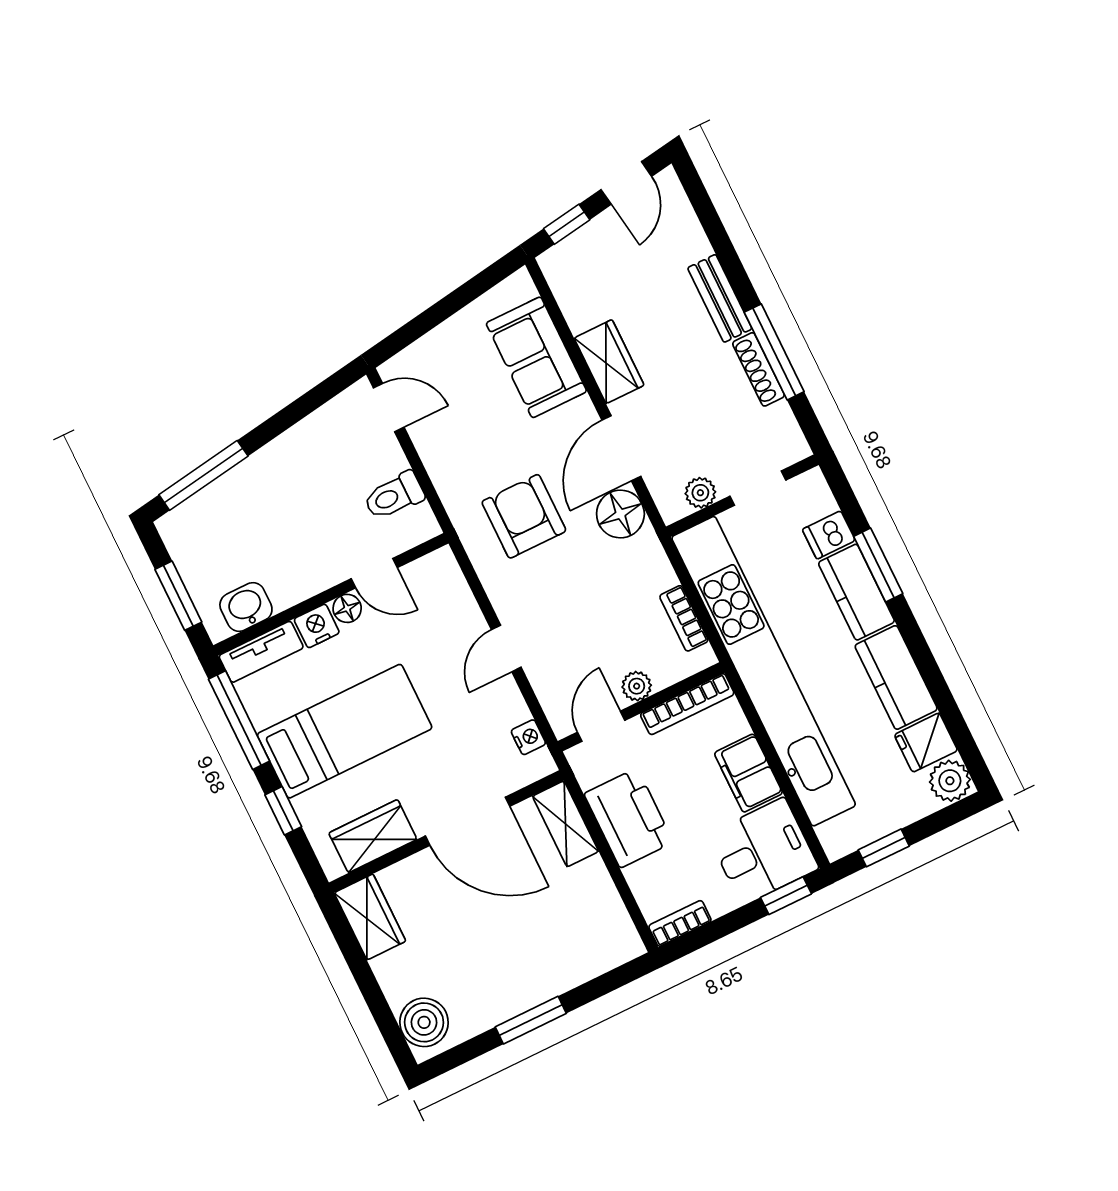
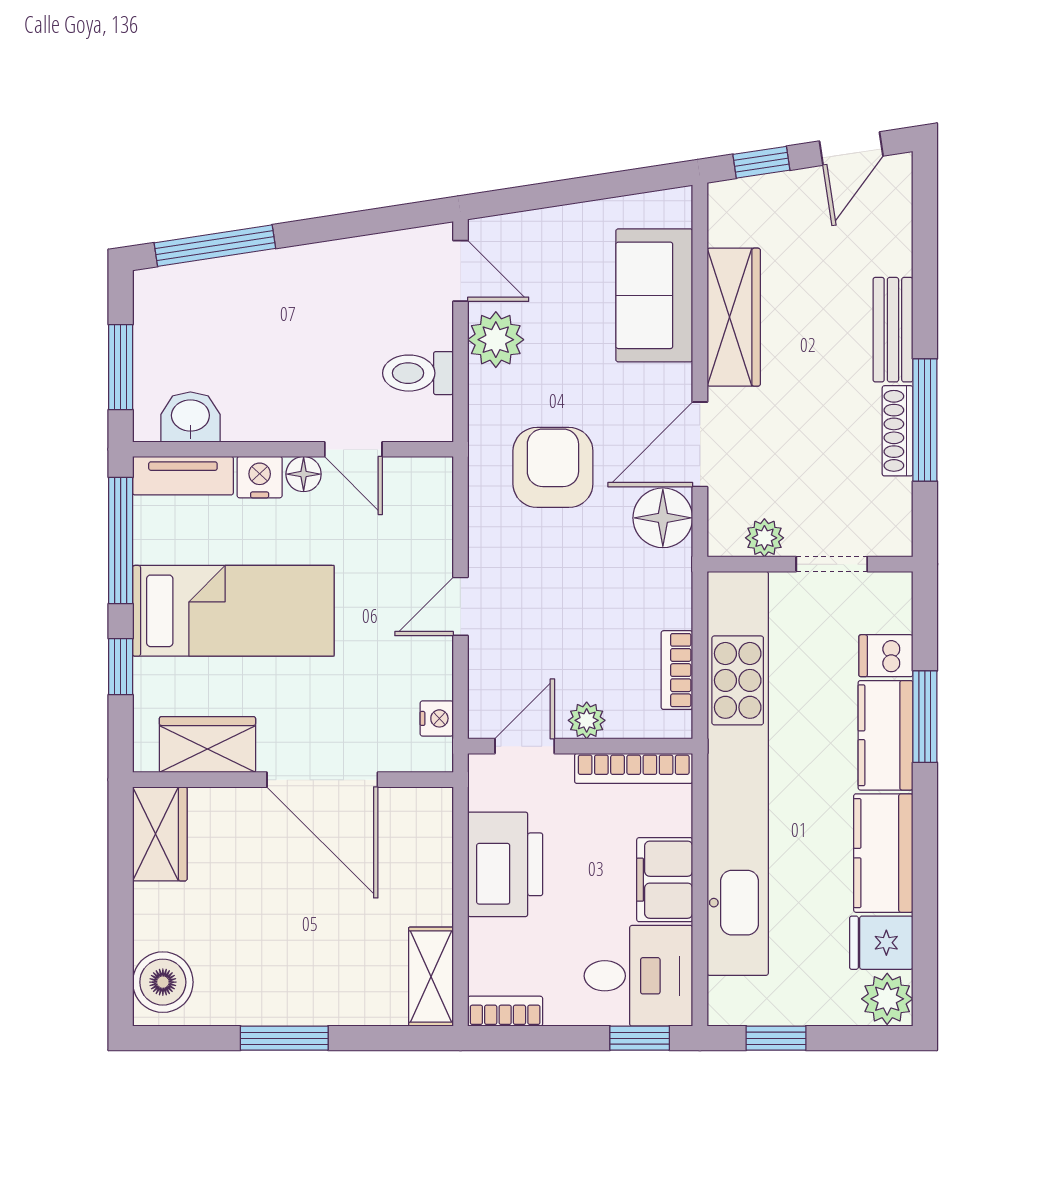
wardrobe: (609, 362) -> (734, 317), width x1.50
plant: (438, 445) -> (496, 340), added
shelving: (566, 824) -> (431, 977), moved

